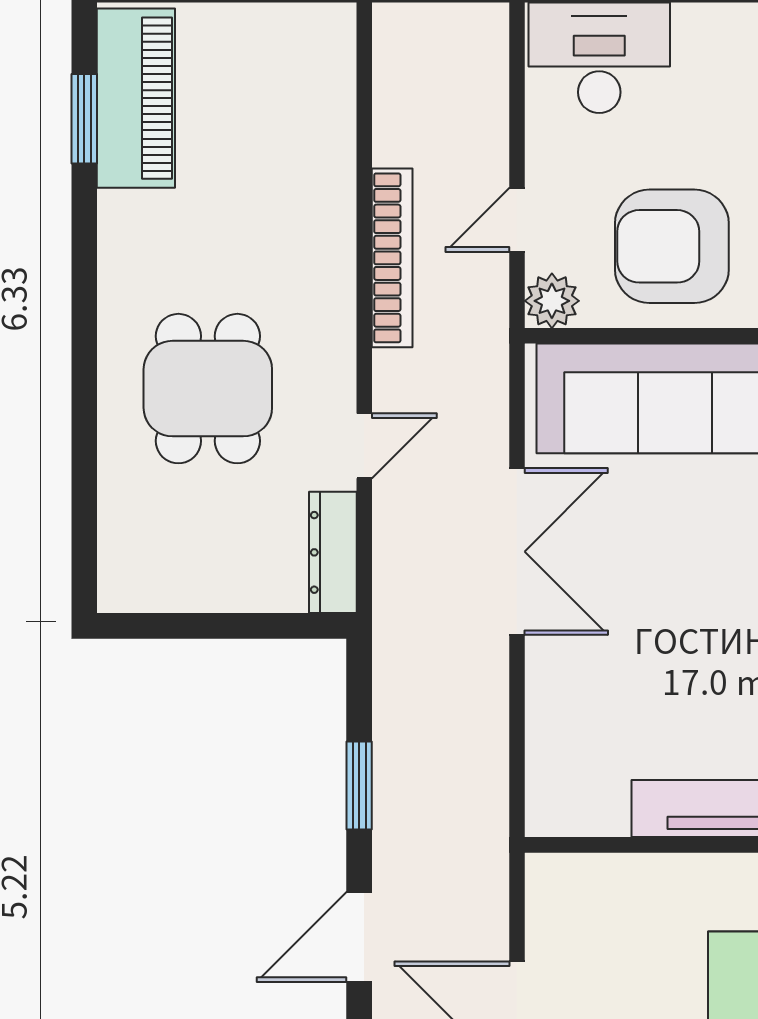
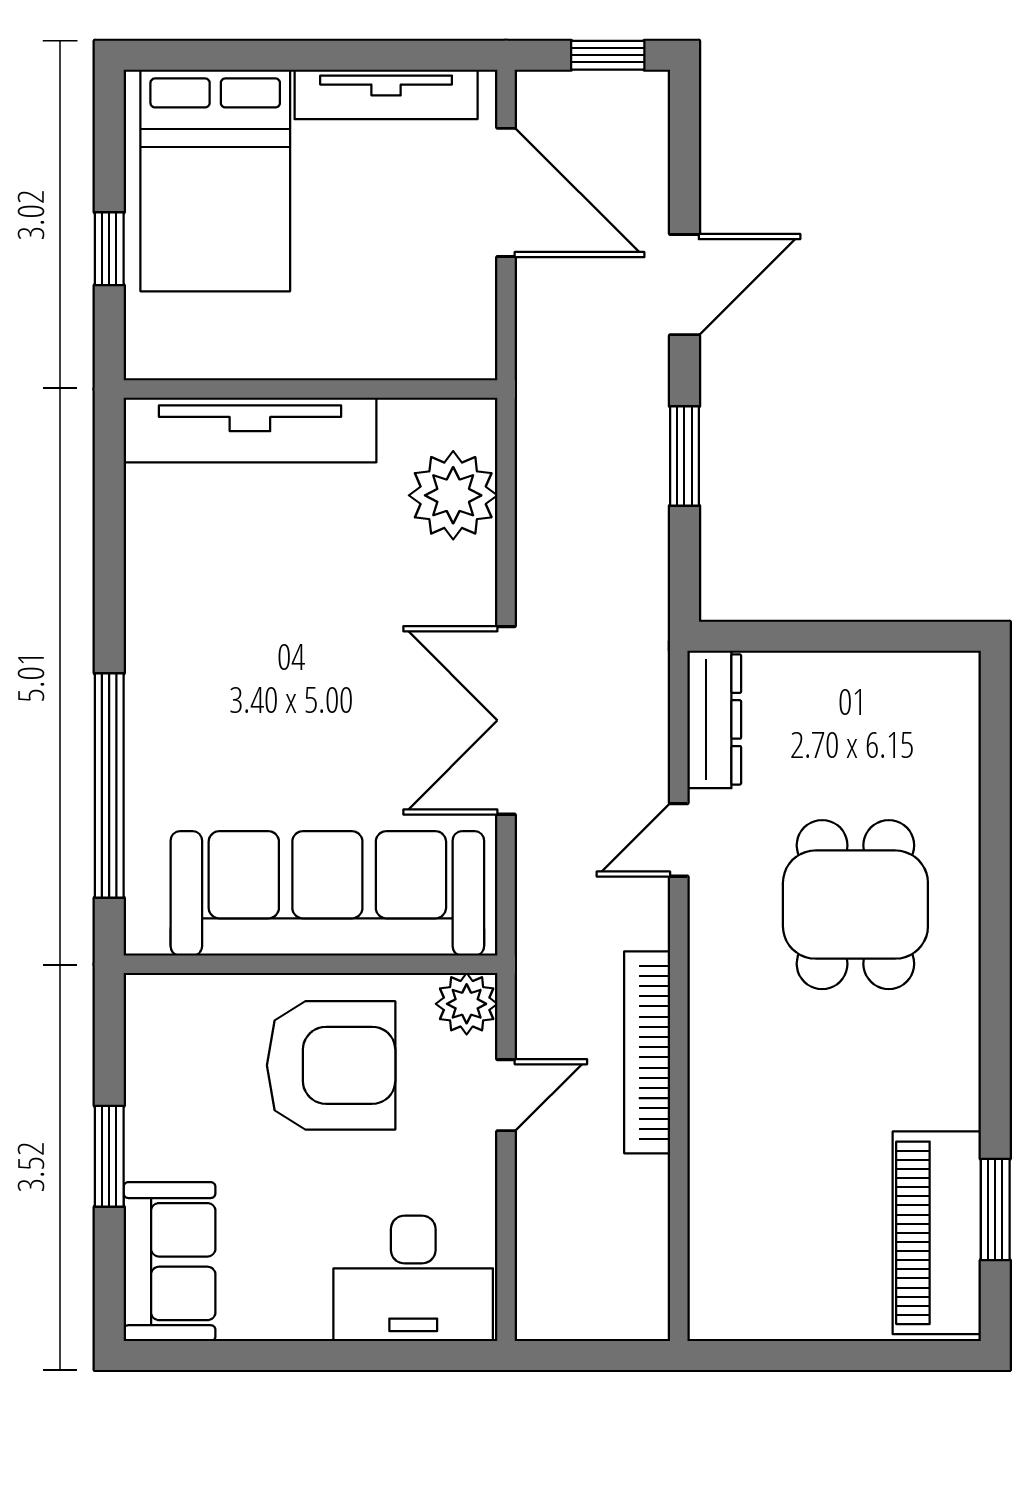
plant: (564, 751) -> (453, 495), added

